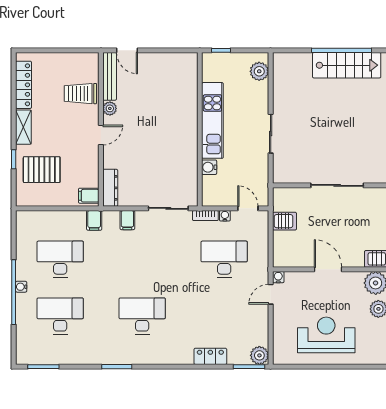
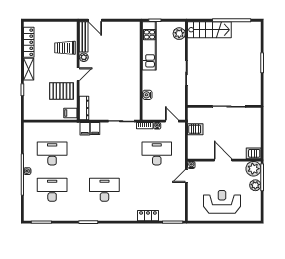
stairs: (347, 65) -> (209, 30), moved
kitchen unit: (212, 120) -> (149, 46), moved
pallet: (42, 170) -> (61, 91), moved
filing cabinet: (94, 220) -> (85, 129), moved
plant: (259, 355) -> (179, 215), removed

